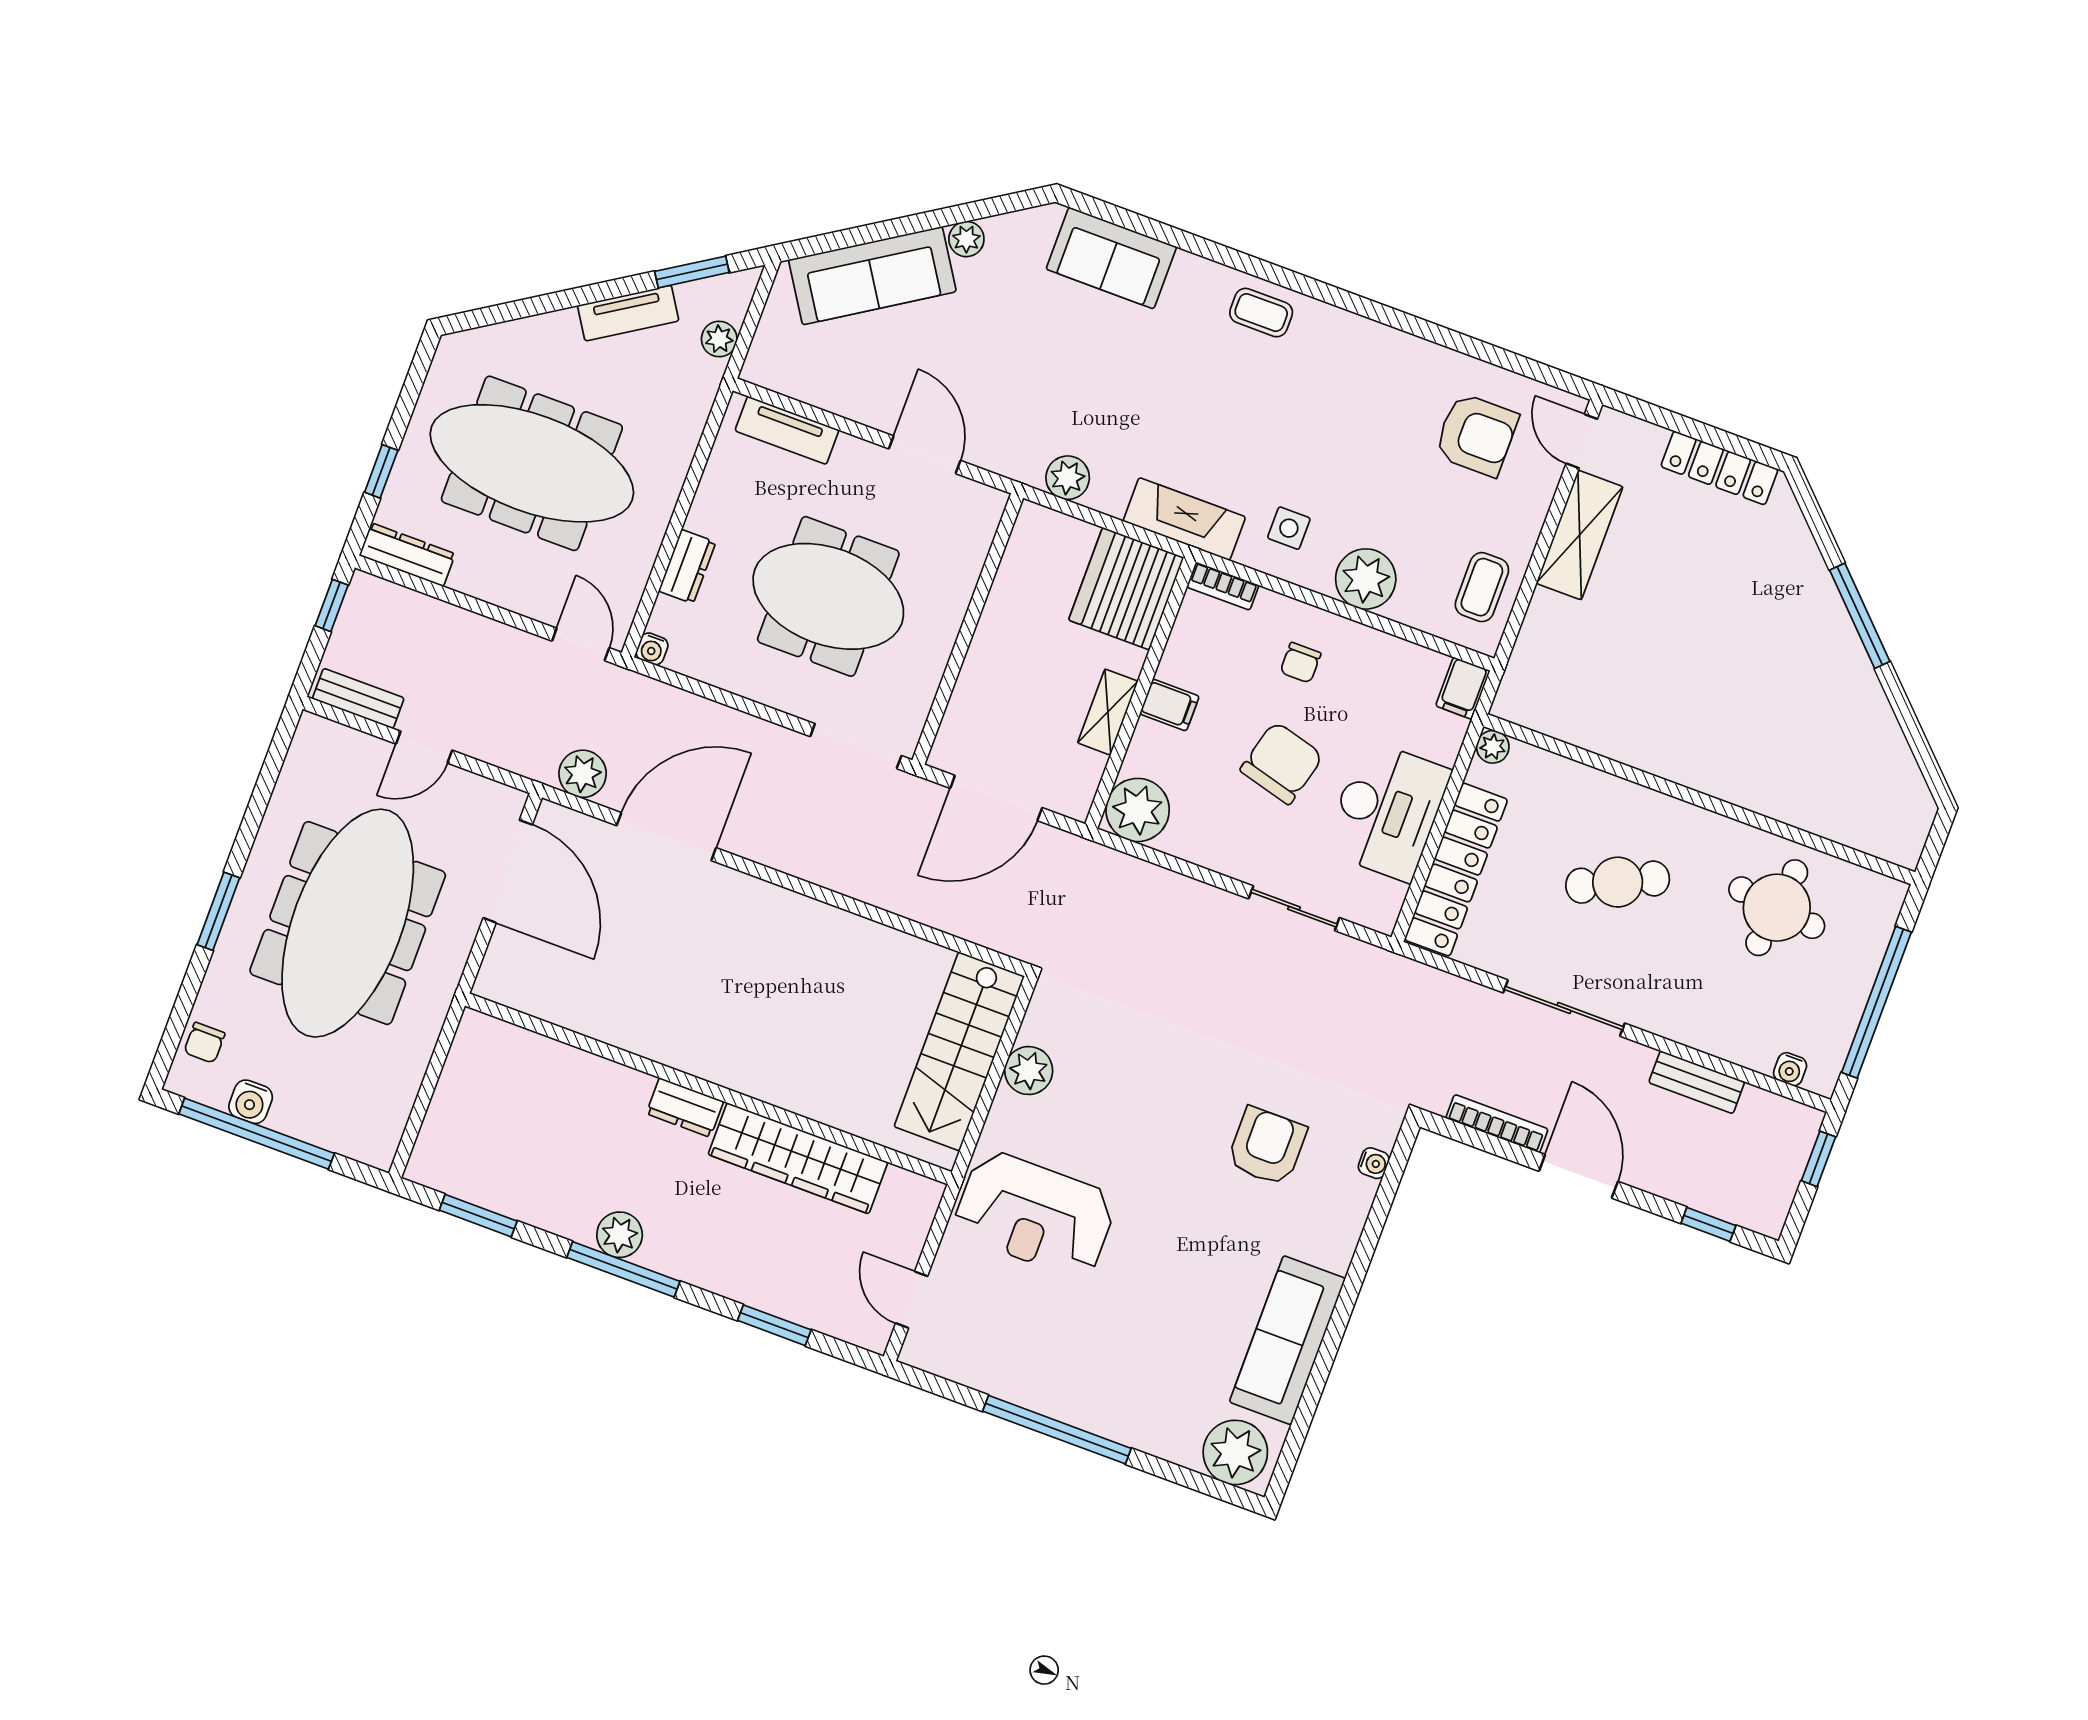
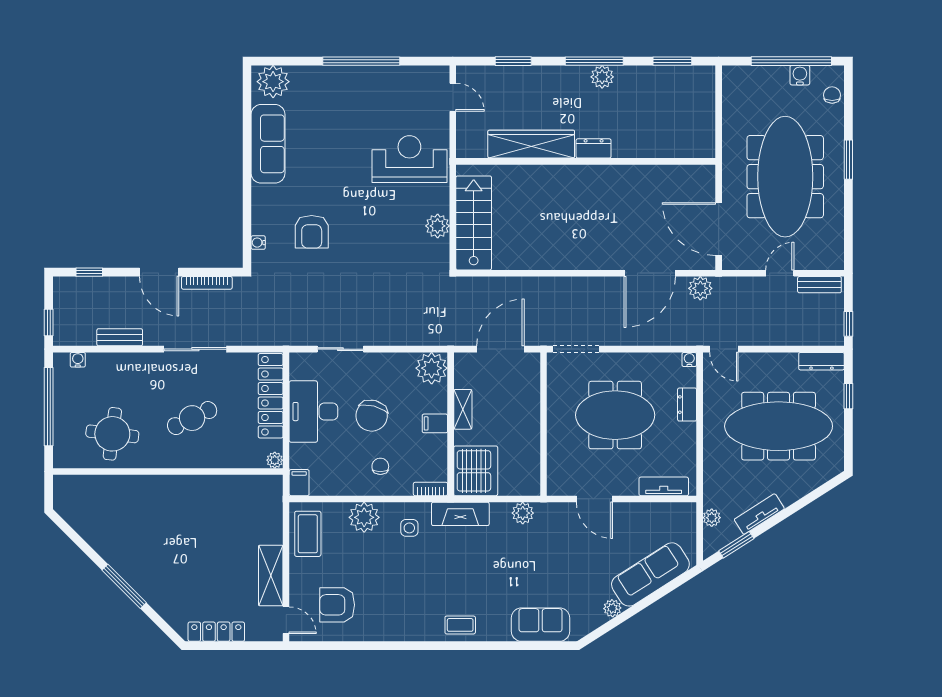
coffee table: (1482, 587) -> (308, 534), width x1.36, depth x1.30

